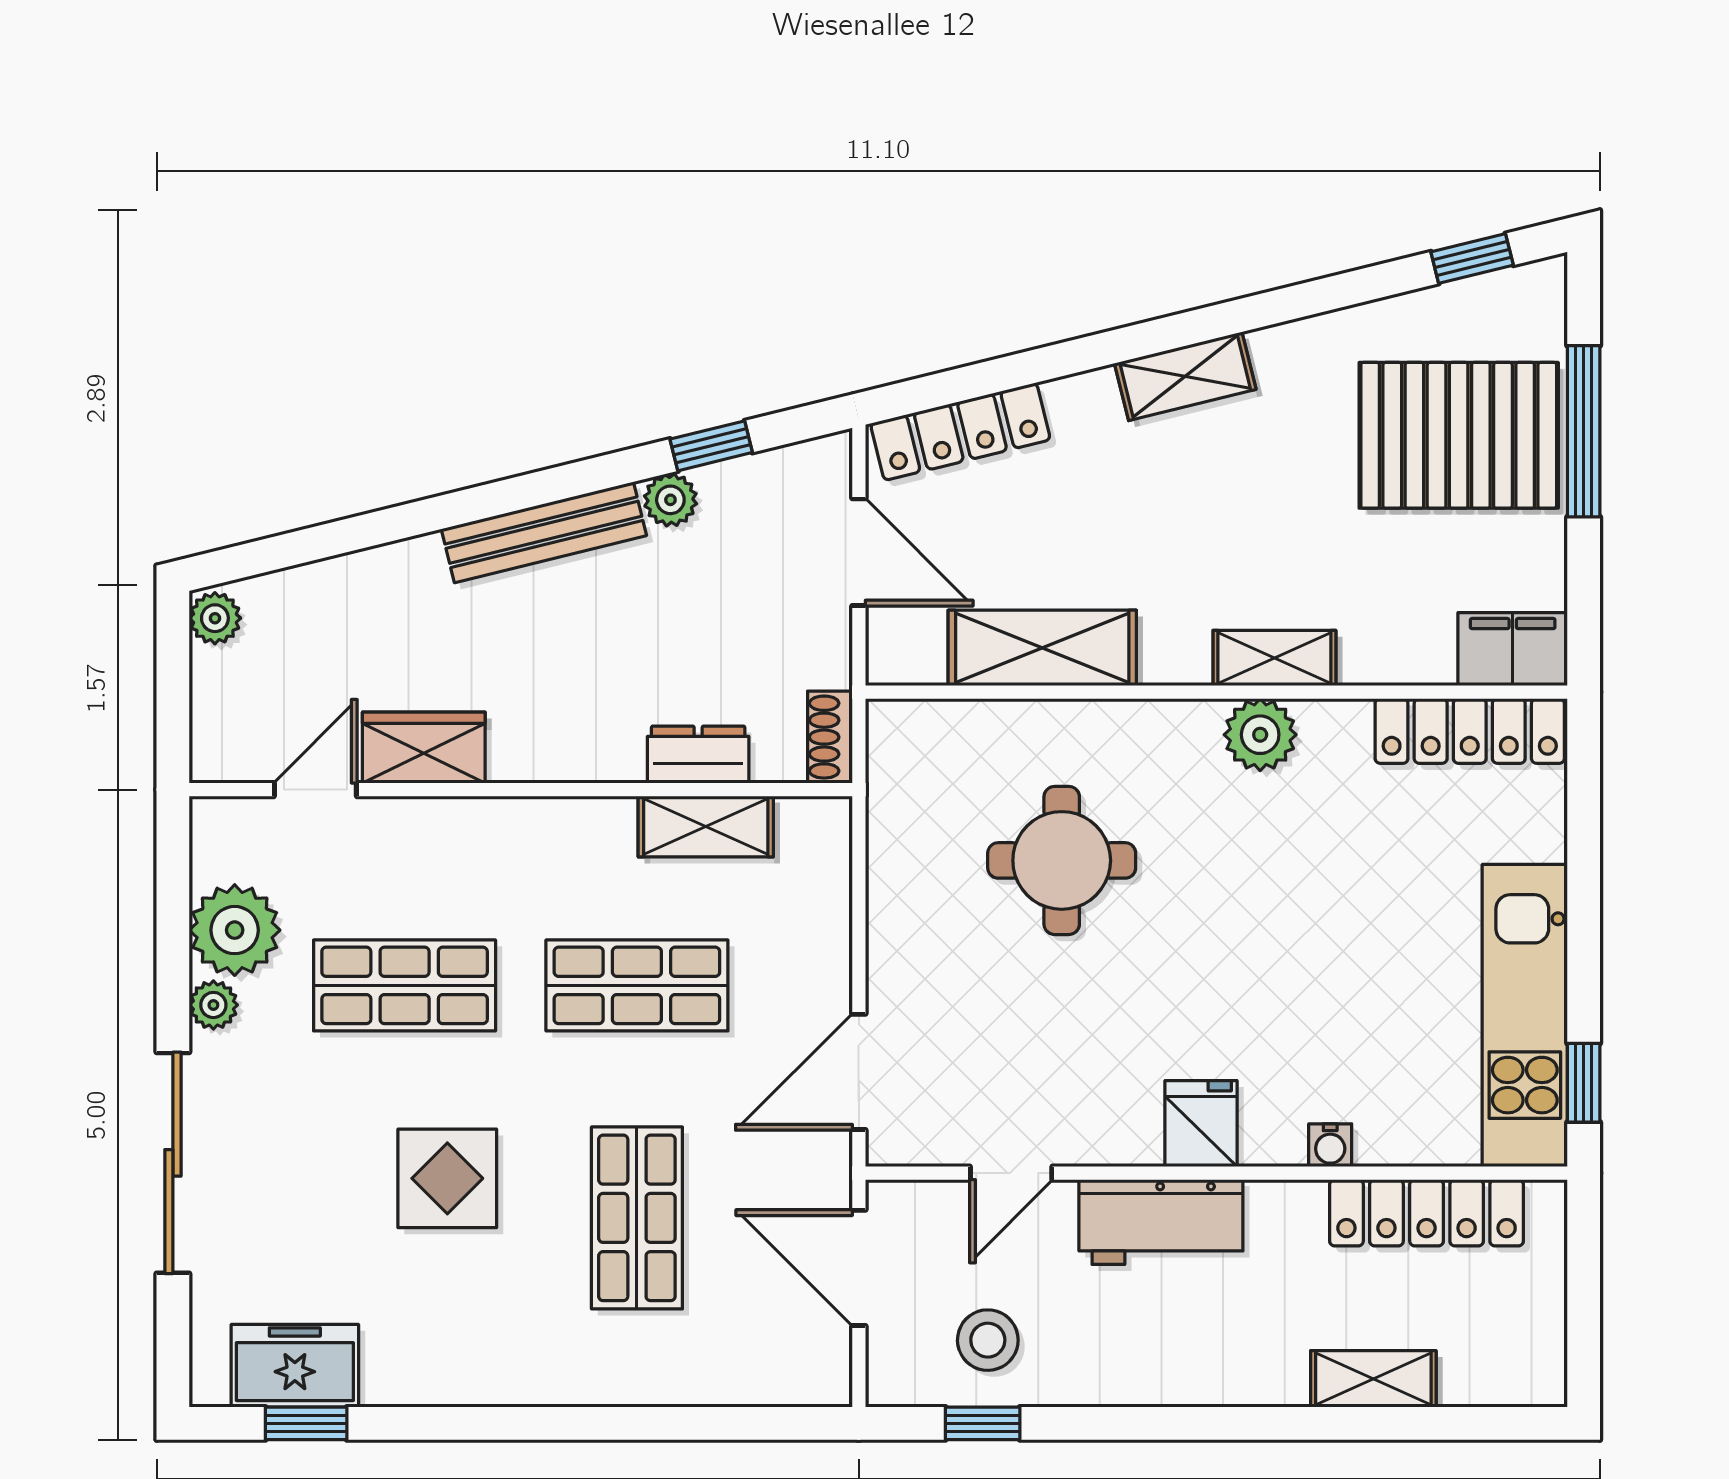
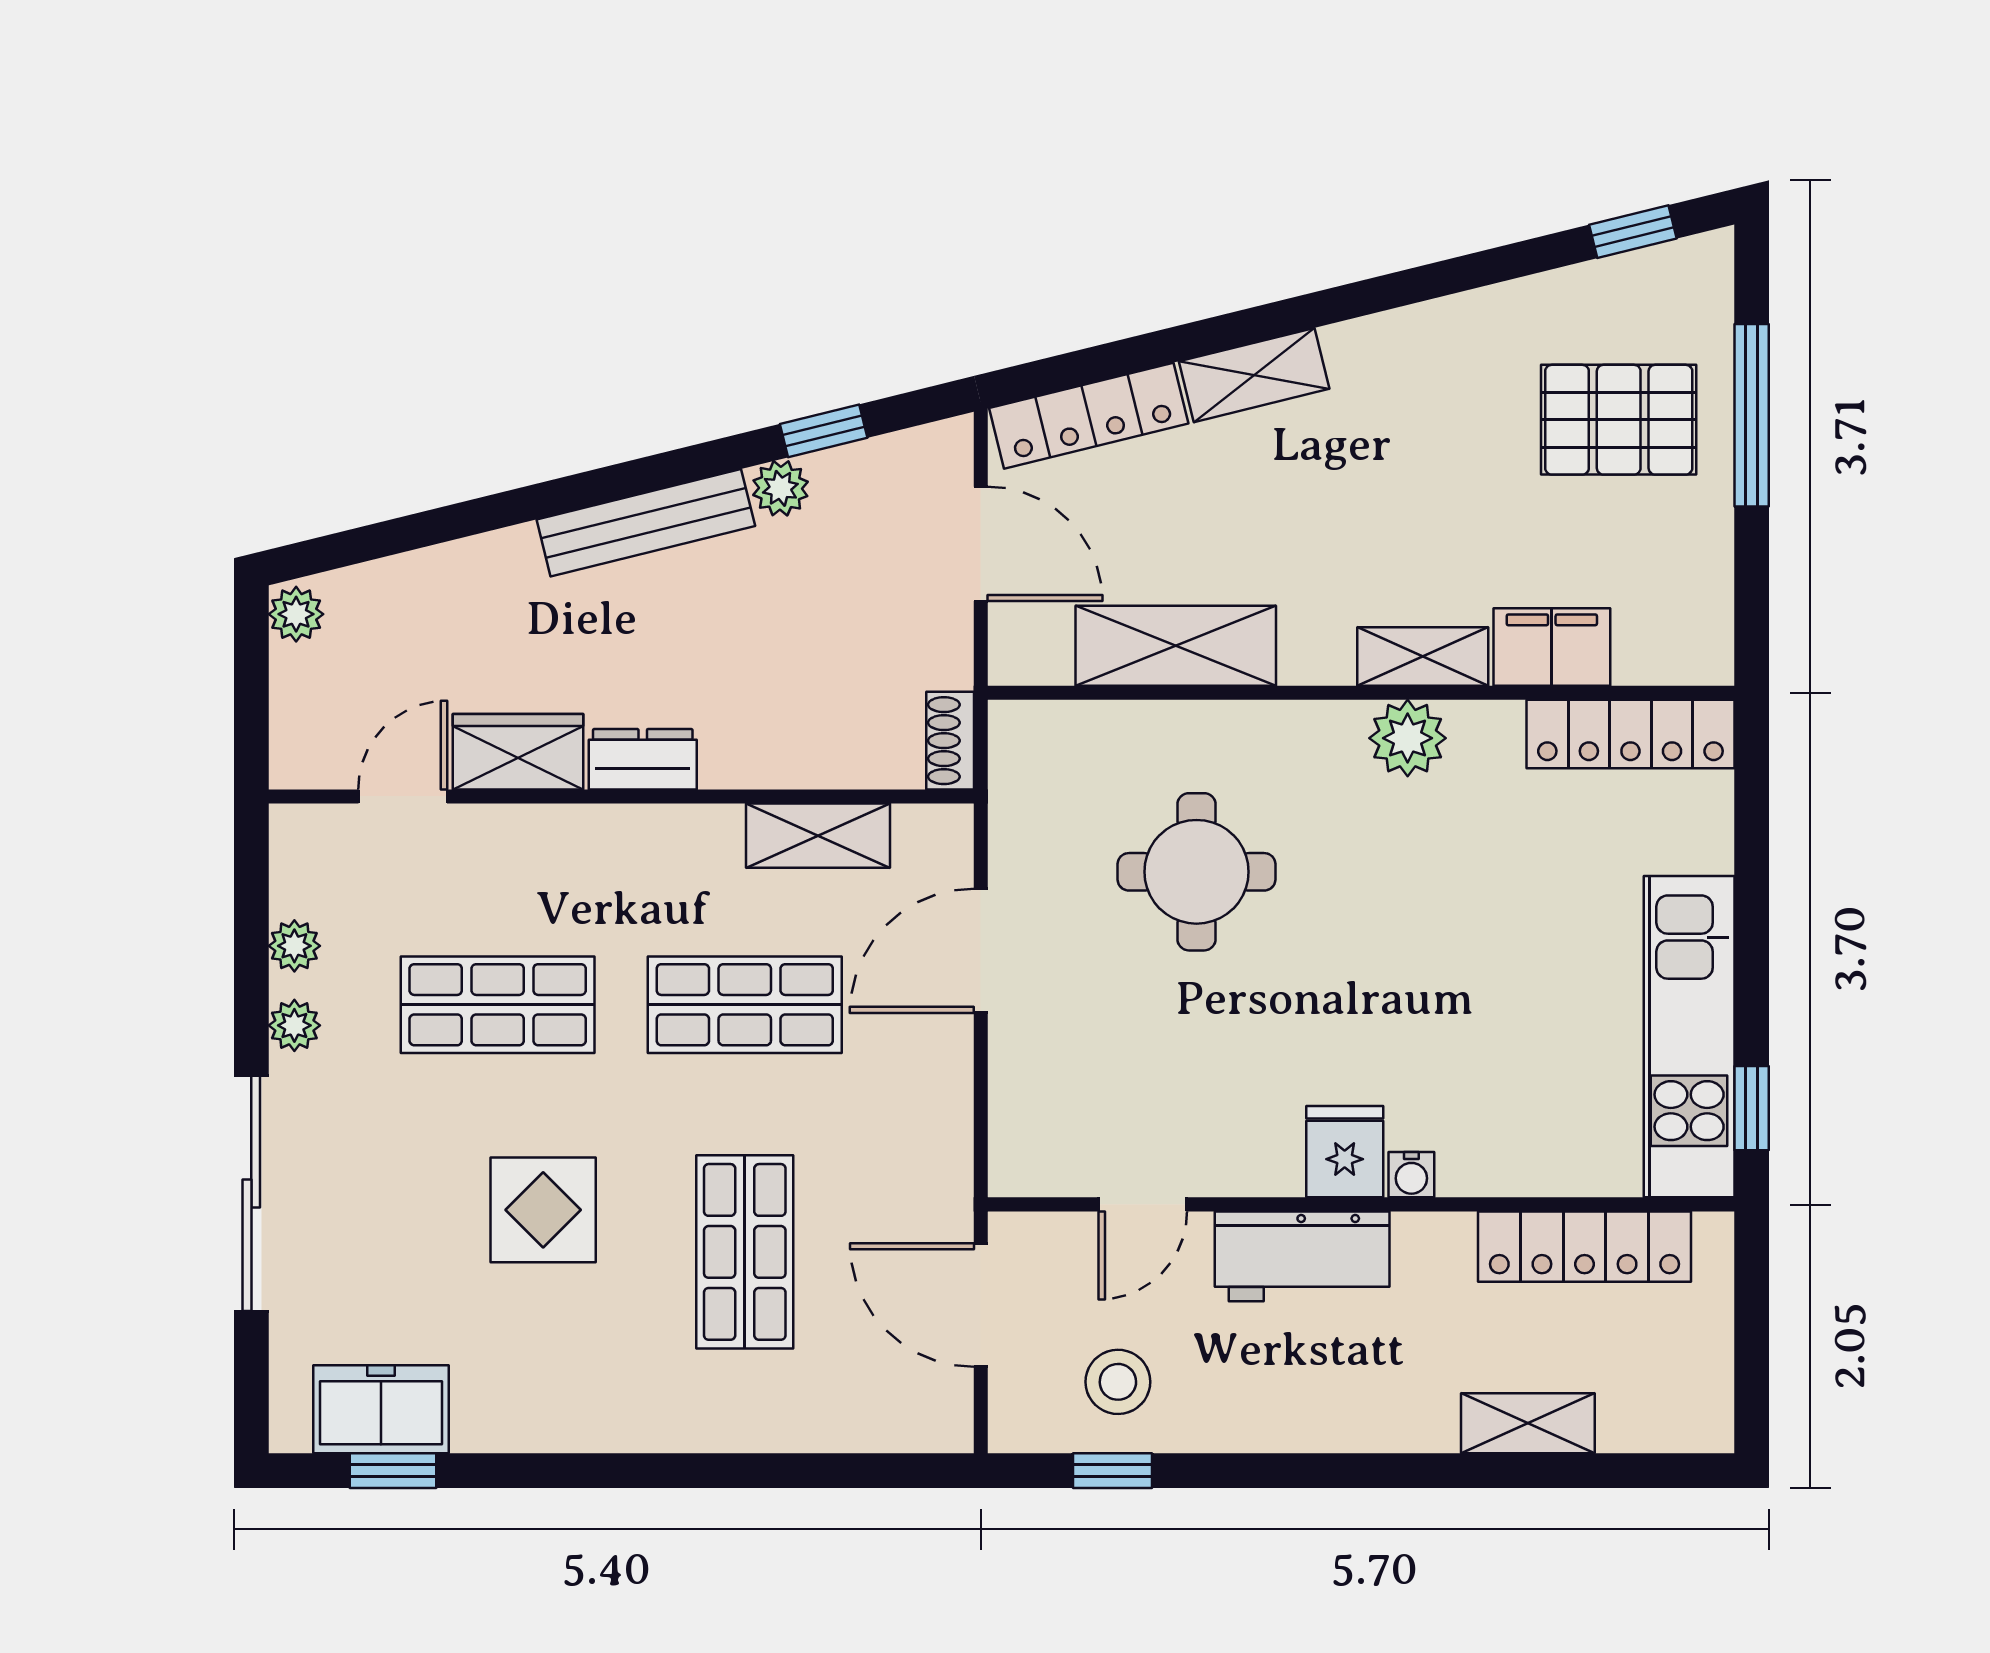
shelving: (1185, 376) -> (1254, 375), moved
pallet: (1459, 435) -> (1619, 420), width x0.73, depth x0.71
filing cabinet: (1513, 649) -> (1552, 647), moved
dresser: (698, 755) -> (643, 759), moved
plant: (235, 930) -> (294, 946), width x0.53, depth x0.53
door: (859, 1072) -> (981, 951), moved
water cooler: (1330, 1145) -> (1411, 1175), moved

